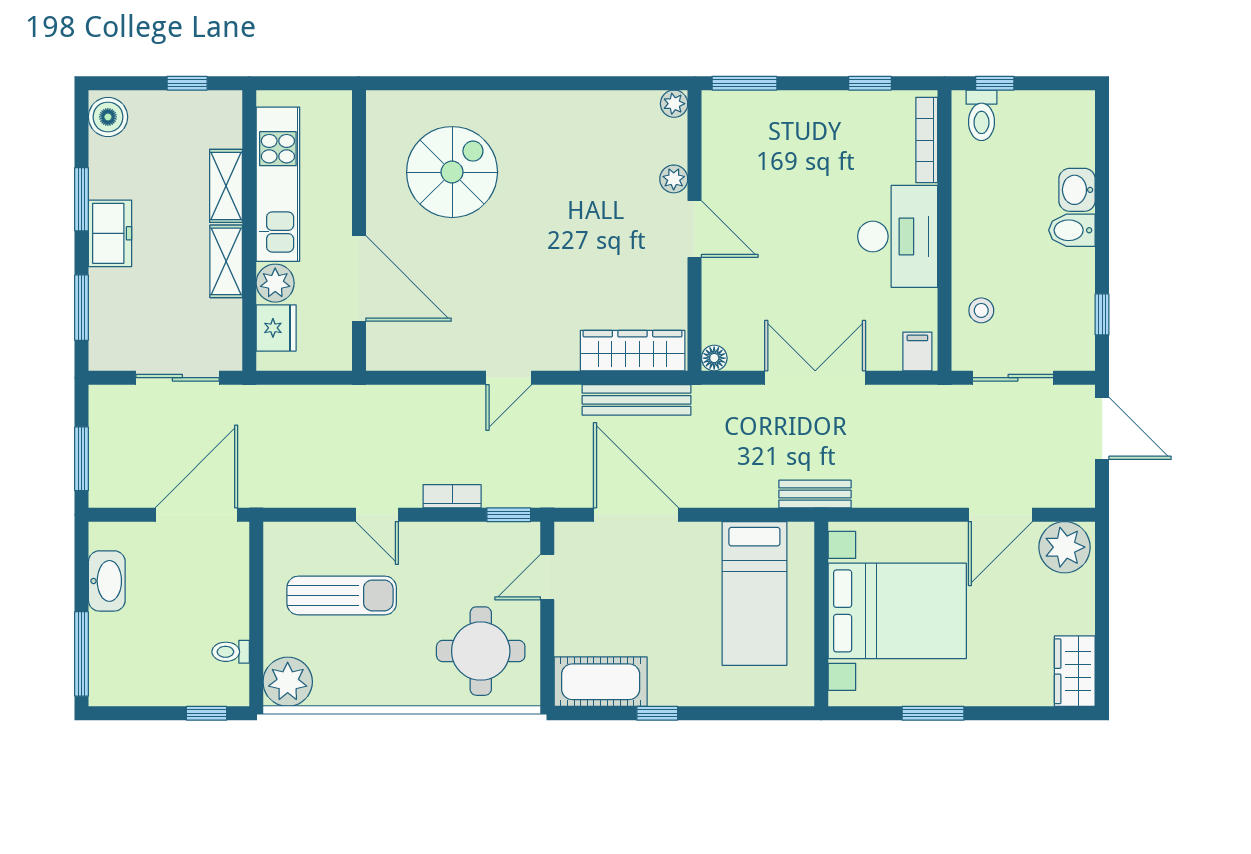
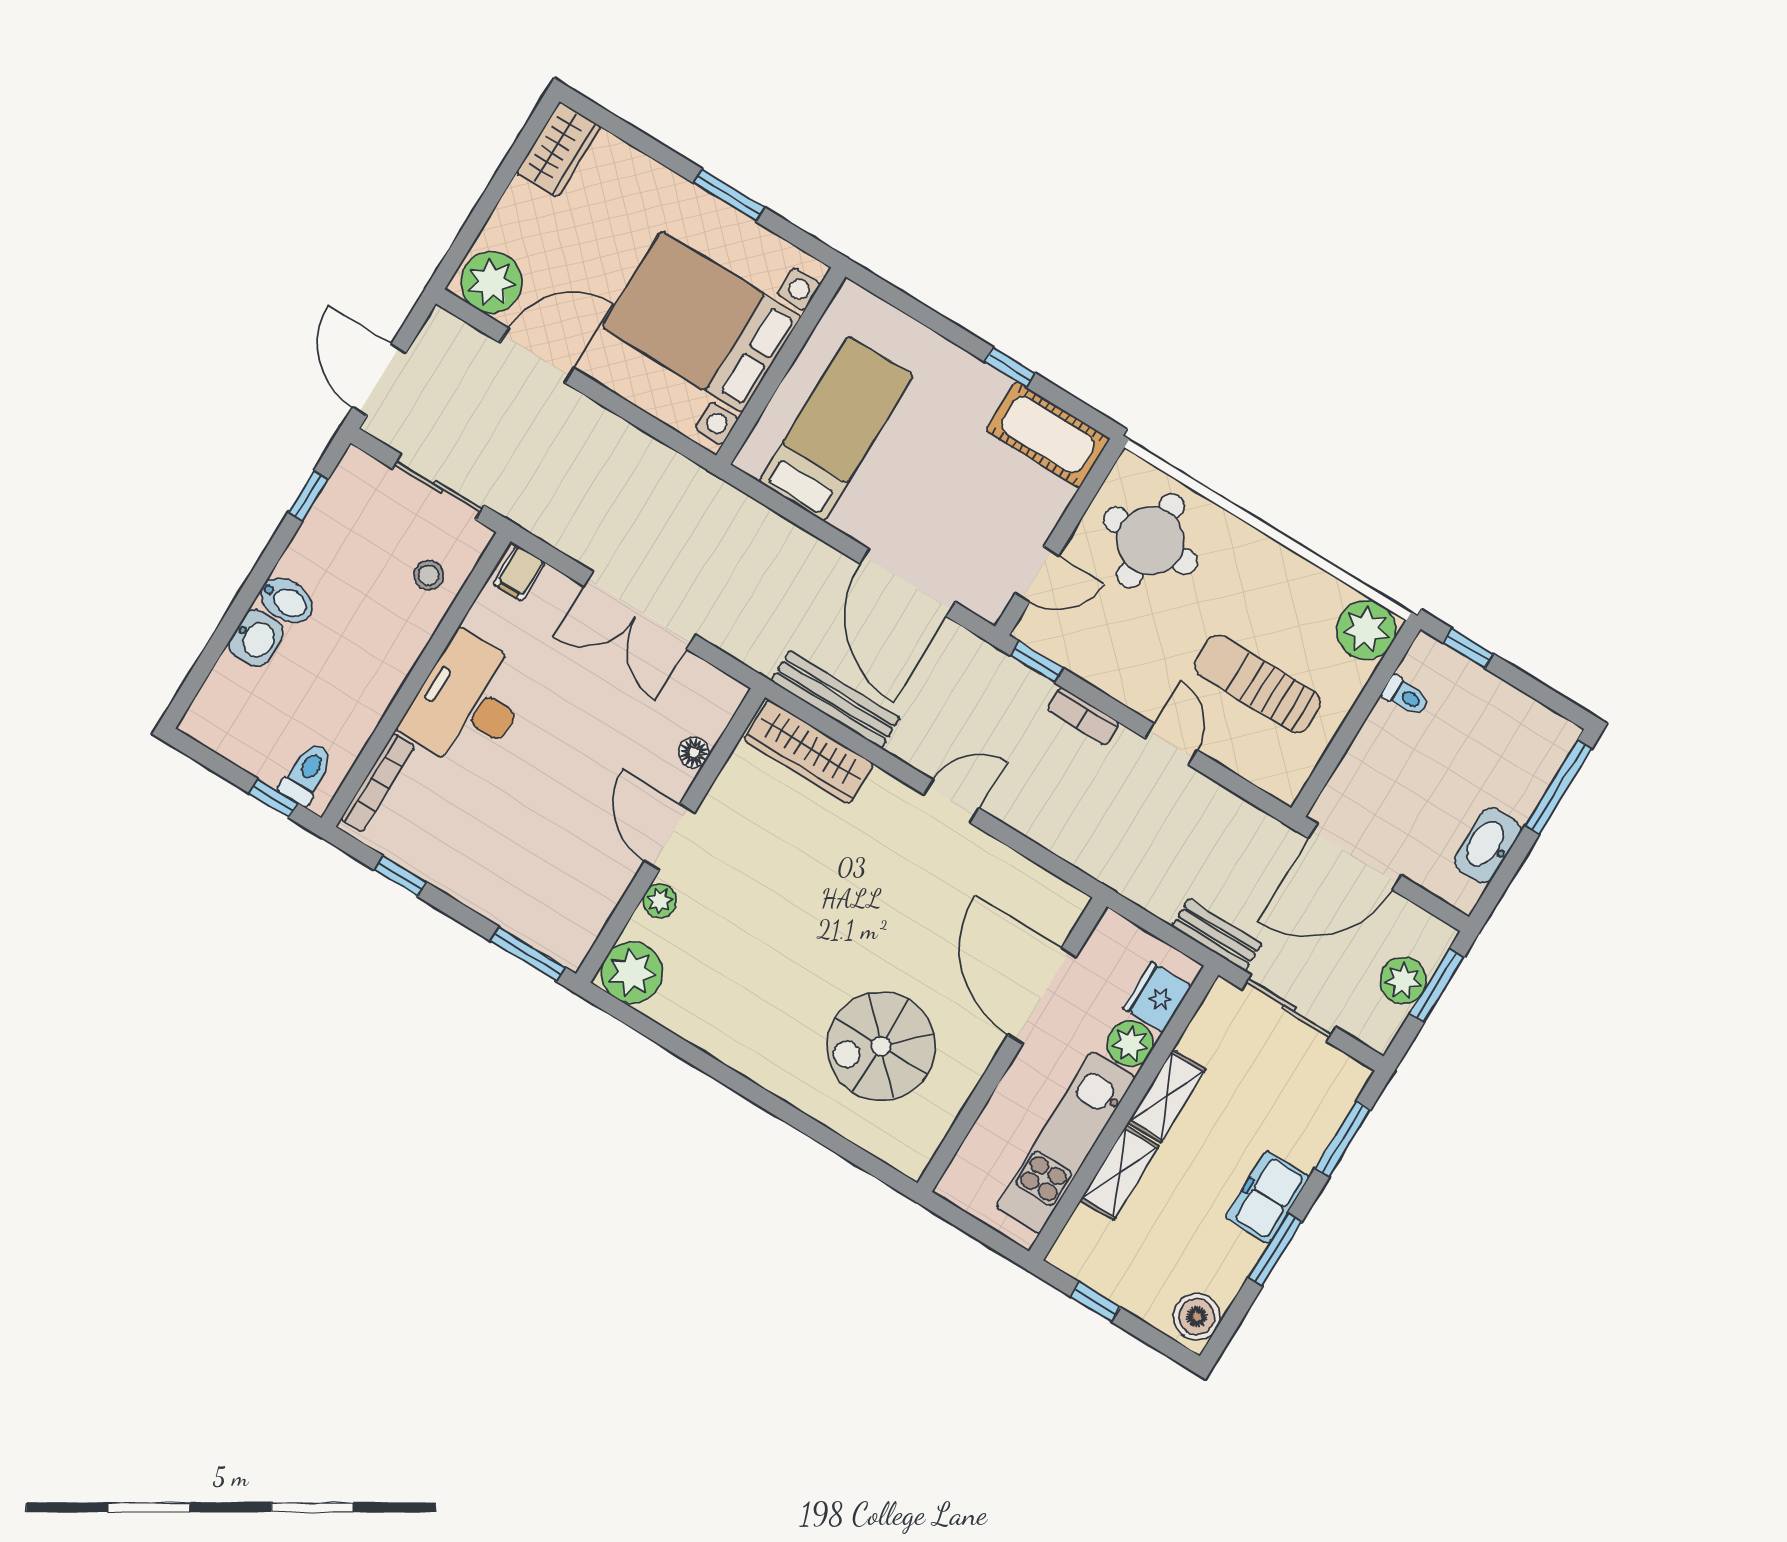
plant: (674, 104) -> (632, 973), width x1.88, depth x1.88
floor lamp: (714, 358) -> (694, 753), moved
plant: (108, 447) -> (1403, 981), added
bench: (815, 494) -> (1217, 935), moved

